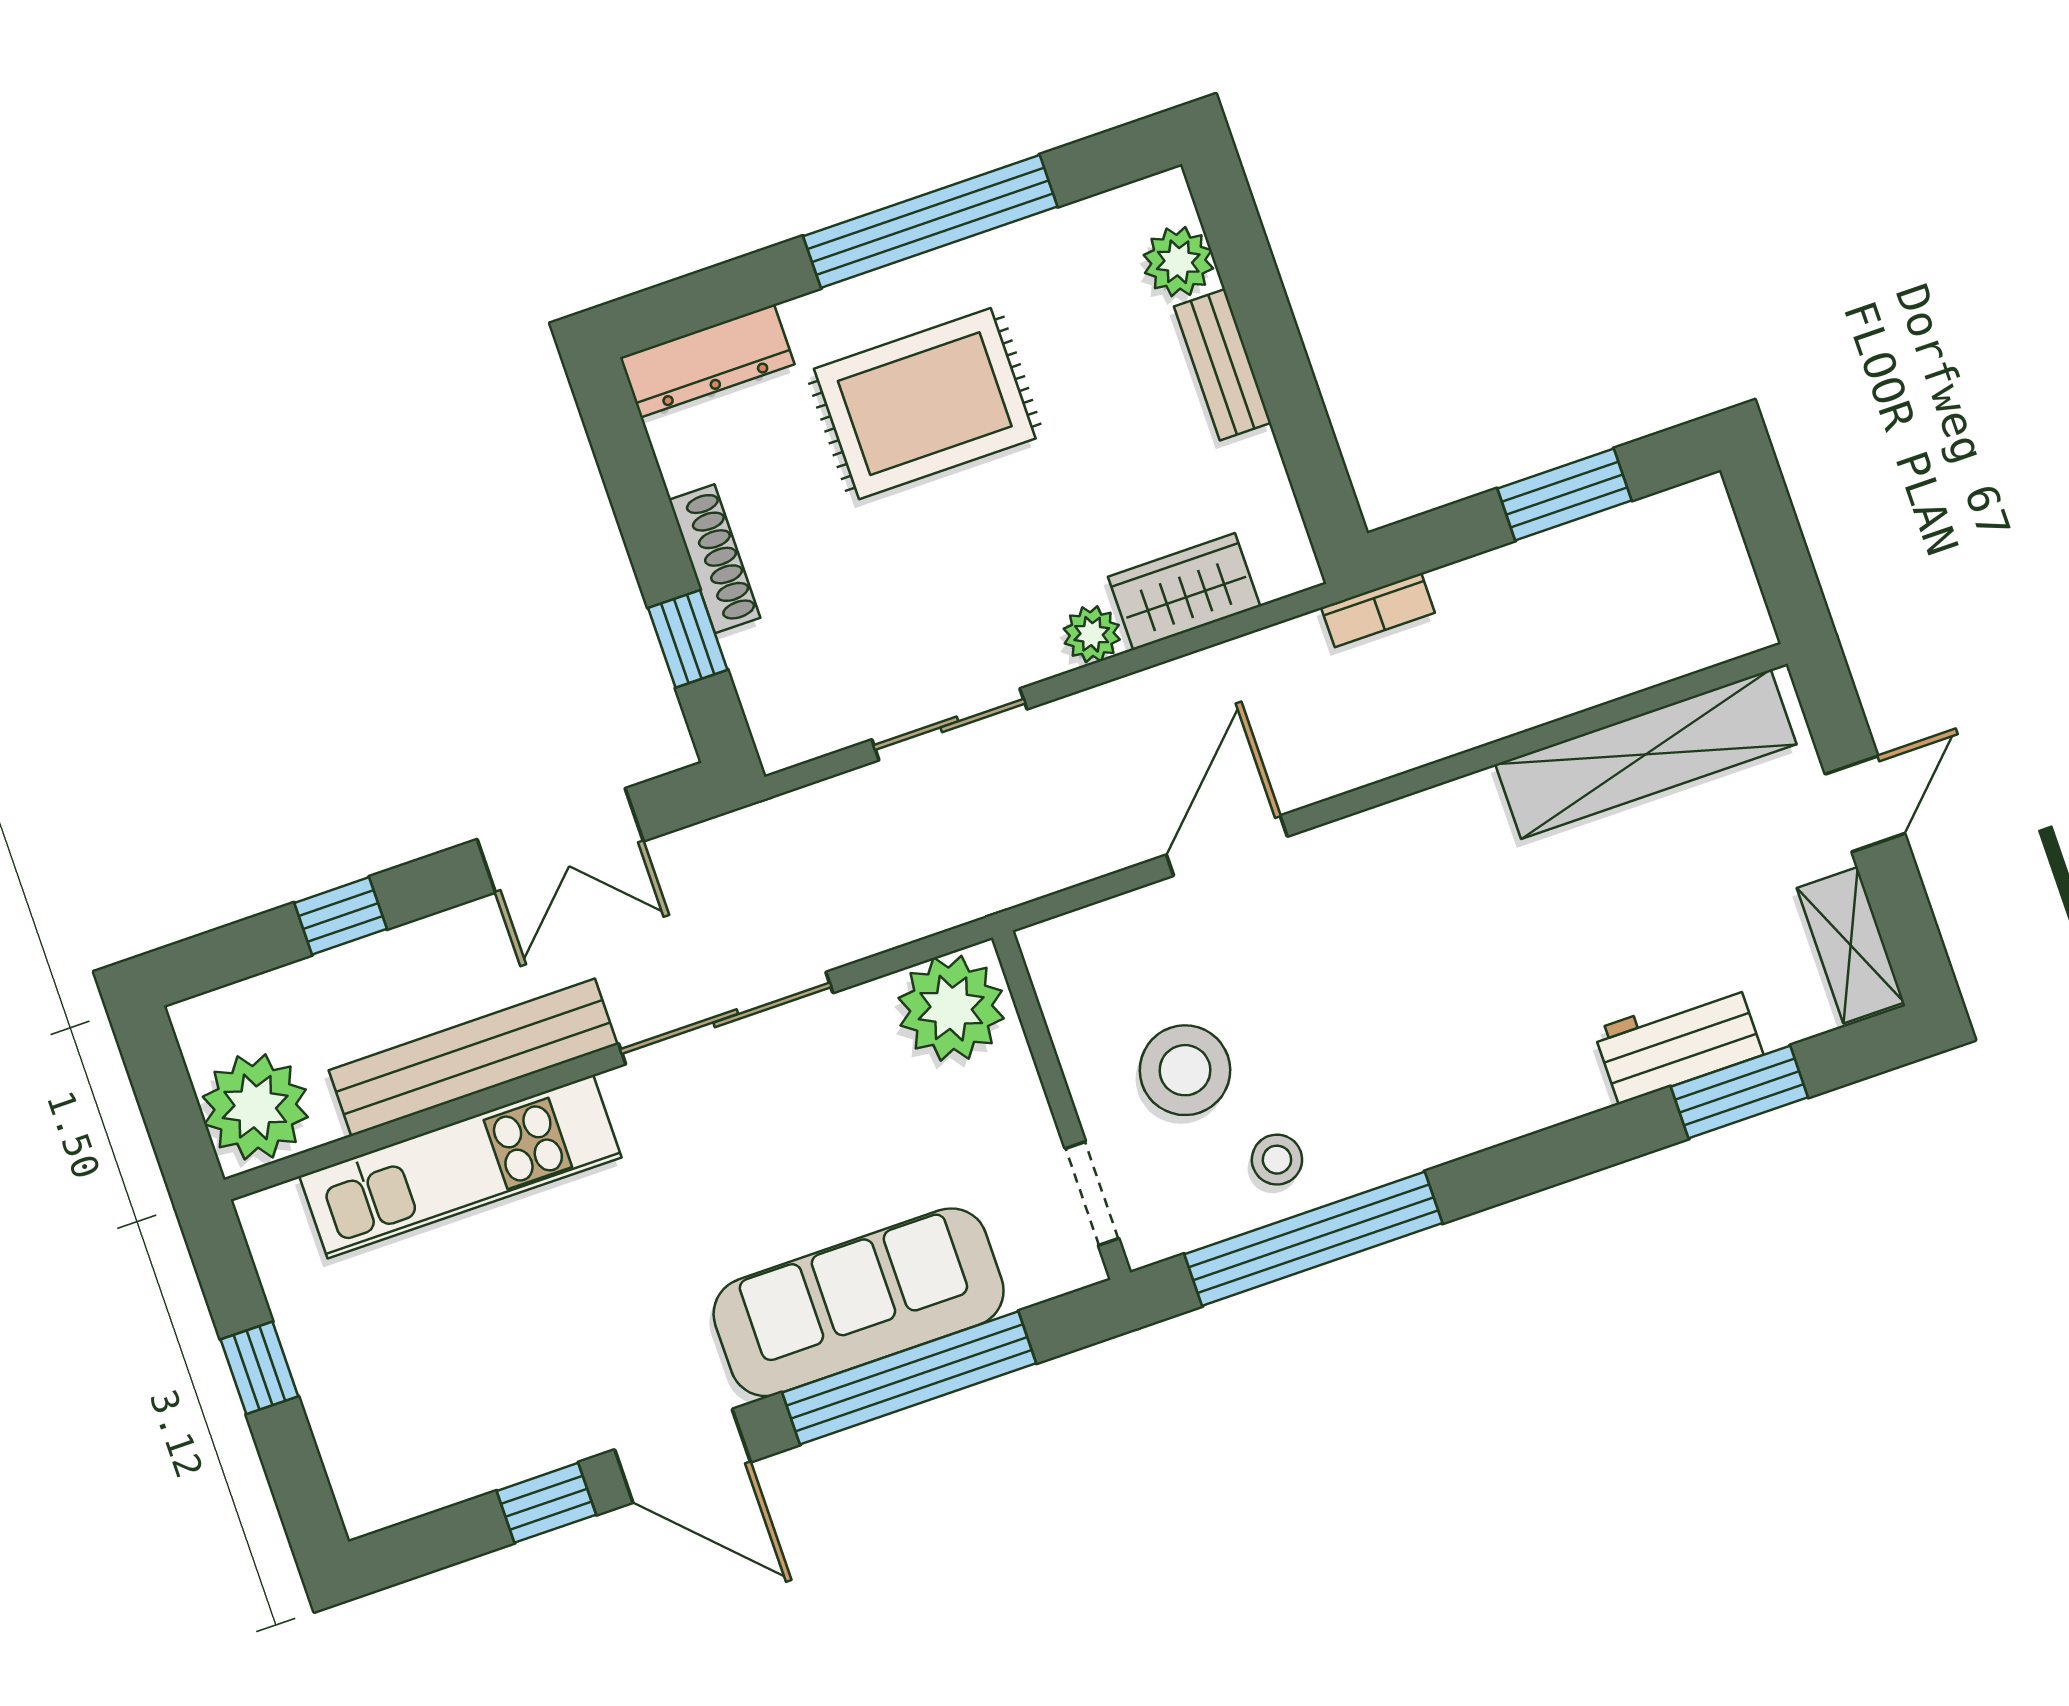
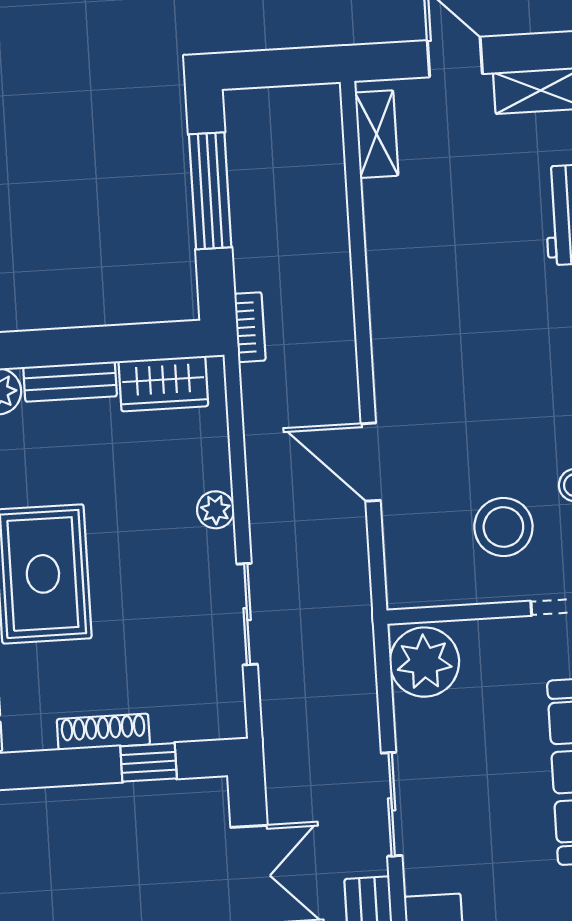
window: (1564, 494) -> (210, 191), width x1.44
wardrobe: (1184, 591) -> (163, 384), moved, turned -90
shelving: (1646, 754) -> (377, 134), width x0.45, depth x0.75
sliding door: (726, 1018) -> (392, 804), width x0.73

